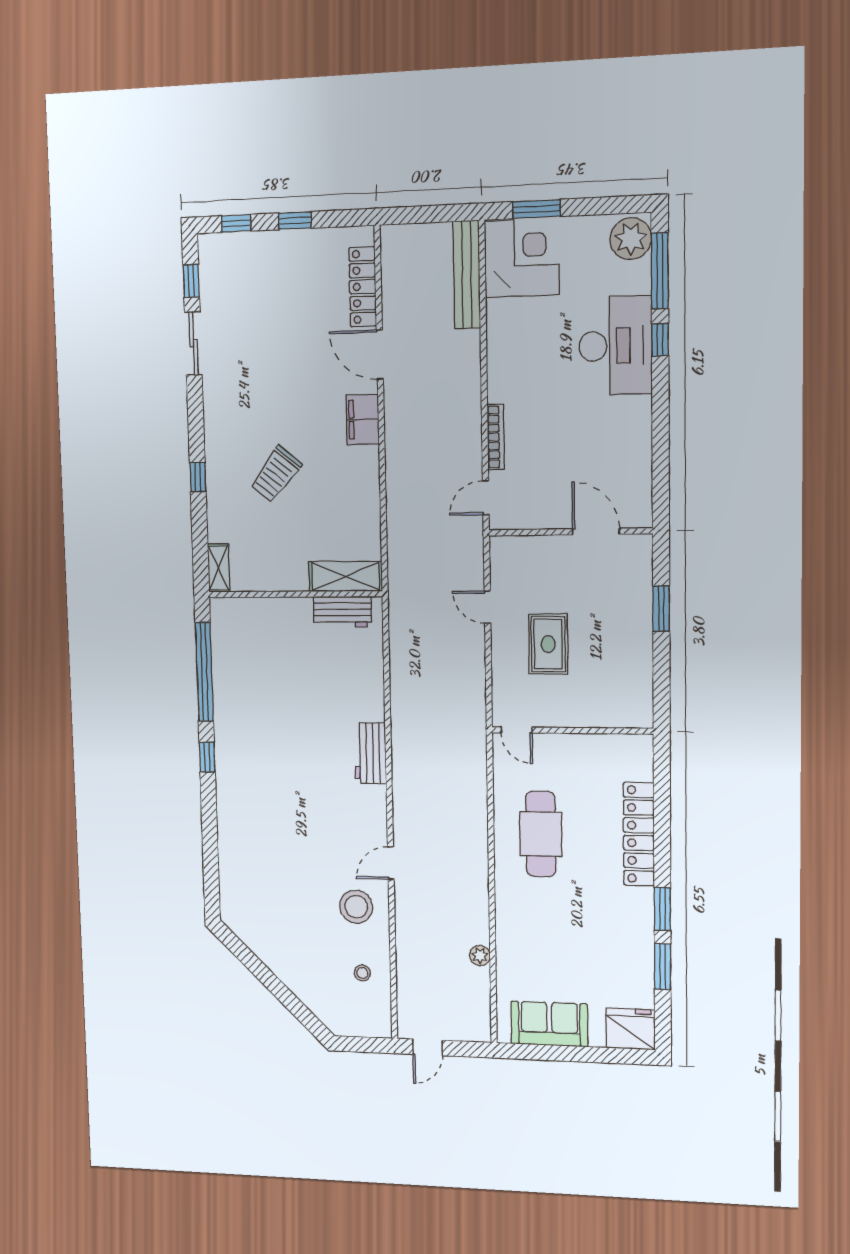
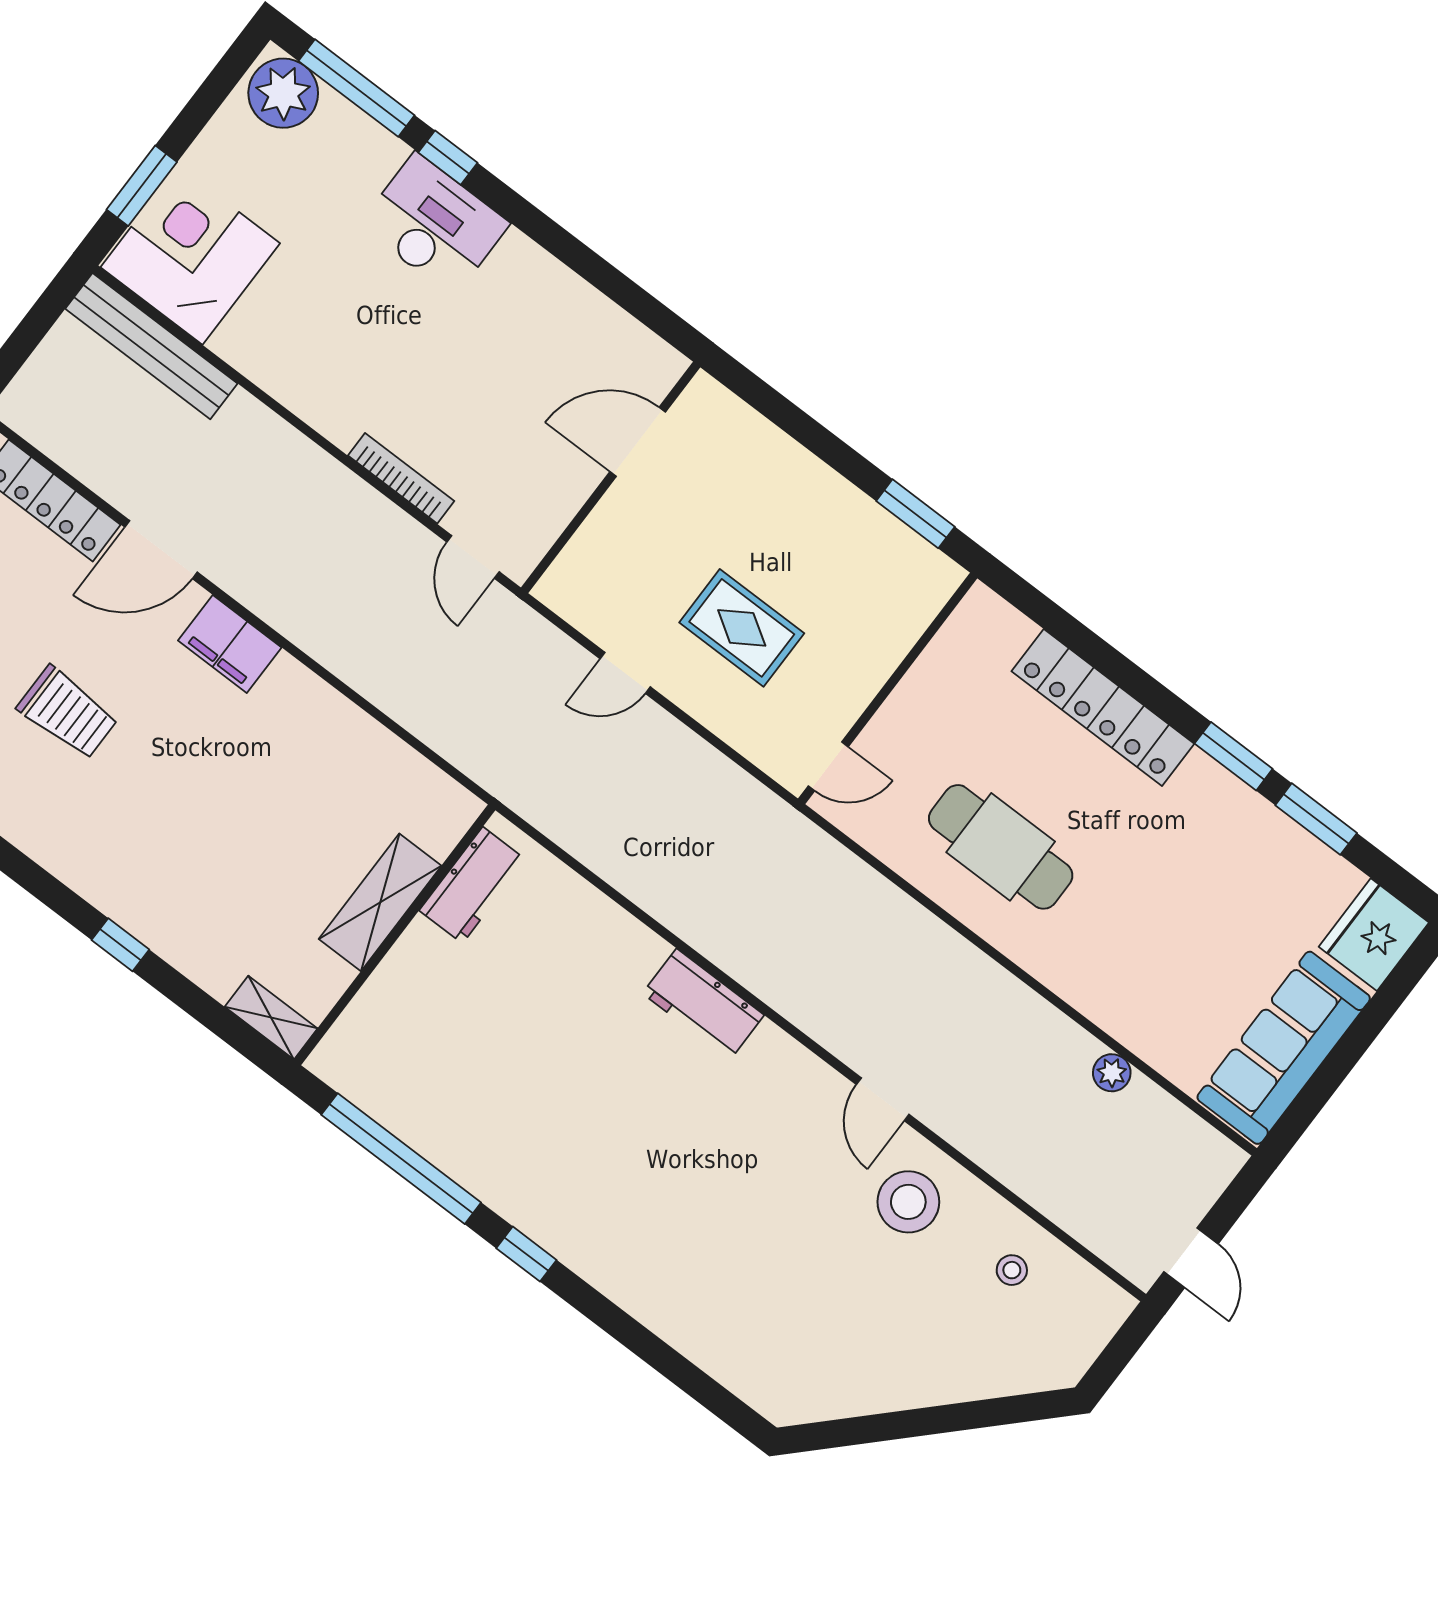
desk: (615, 346) -> (434, 224), width x0.73, depth x0.77
trolley: (276, 474) -> (68, 713), moved, turned -39
shelving: (346, 576) -> (380, 902), moved
window: (661, 608) -> (915, 514), moved
sofa: (549, 1024) -> (1284, 1048), width x1.36

